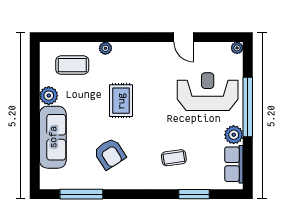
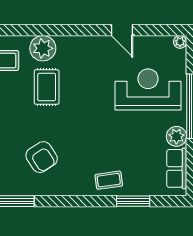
plant: (105, 48) -> (43, 48), width x1.88, depth x1.88
rug: (121, 101) -> (47, 87), moved
coffee table: (174, 158) -> (109, 180), moved

